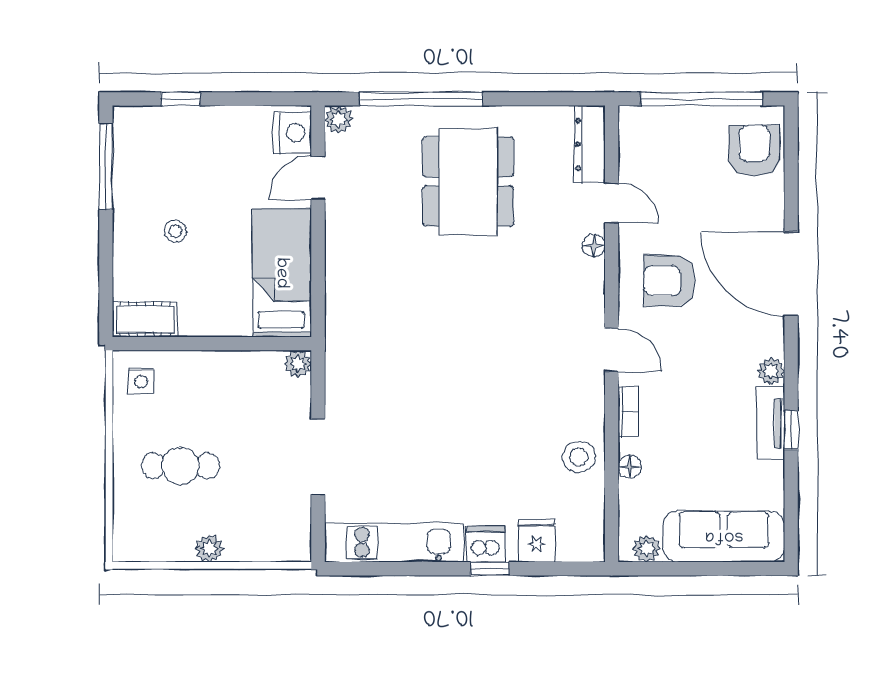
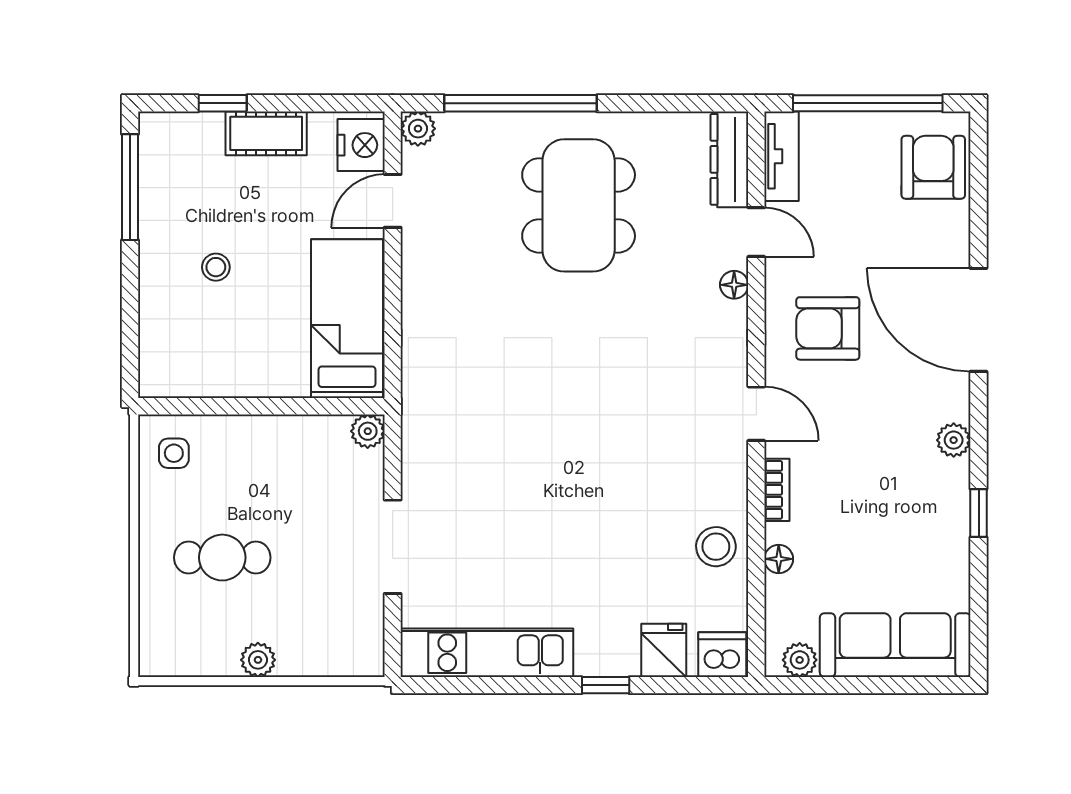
cot: (145, 319) -> (266, 133), moved
tv unit: (771, 423) -> (782, 156), moved, turned 180
dishwasher: (486, 544) -> (722, 655), moved

